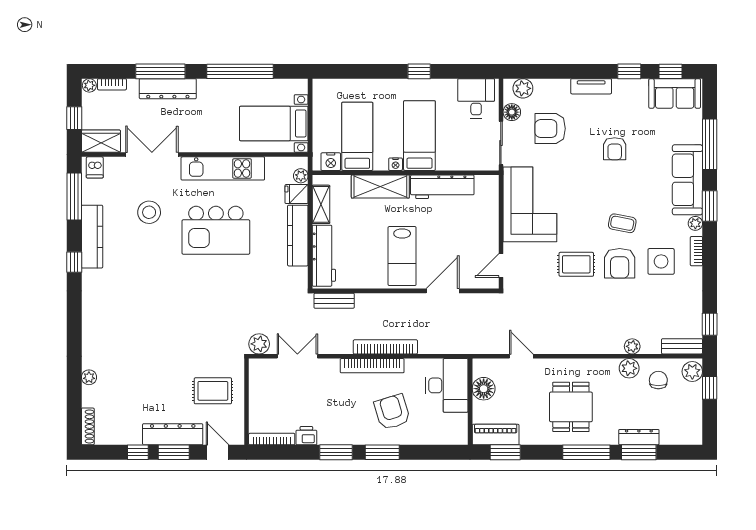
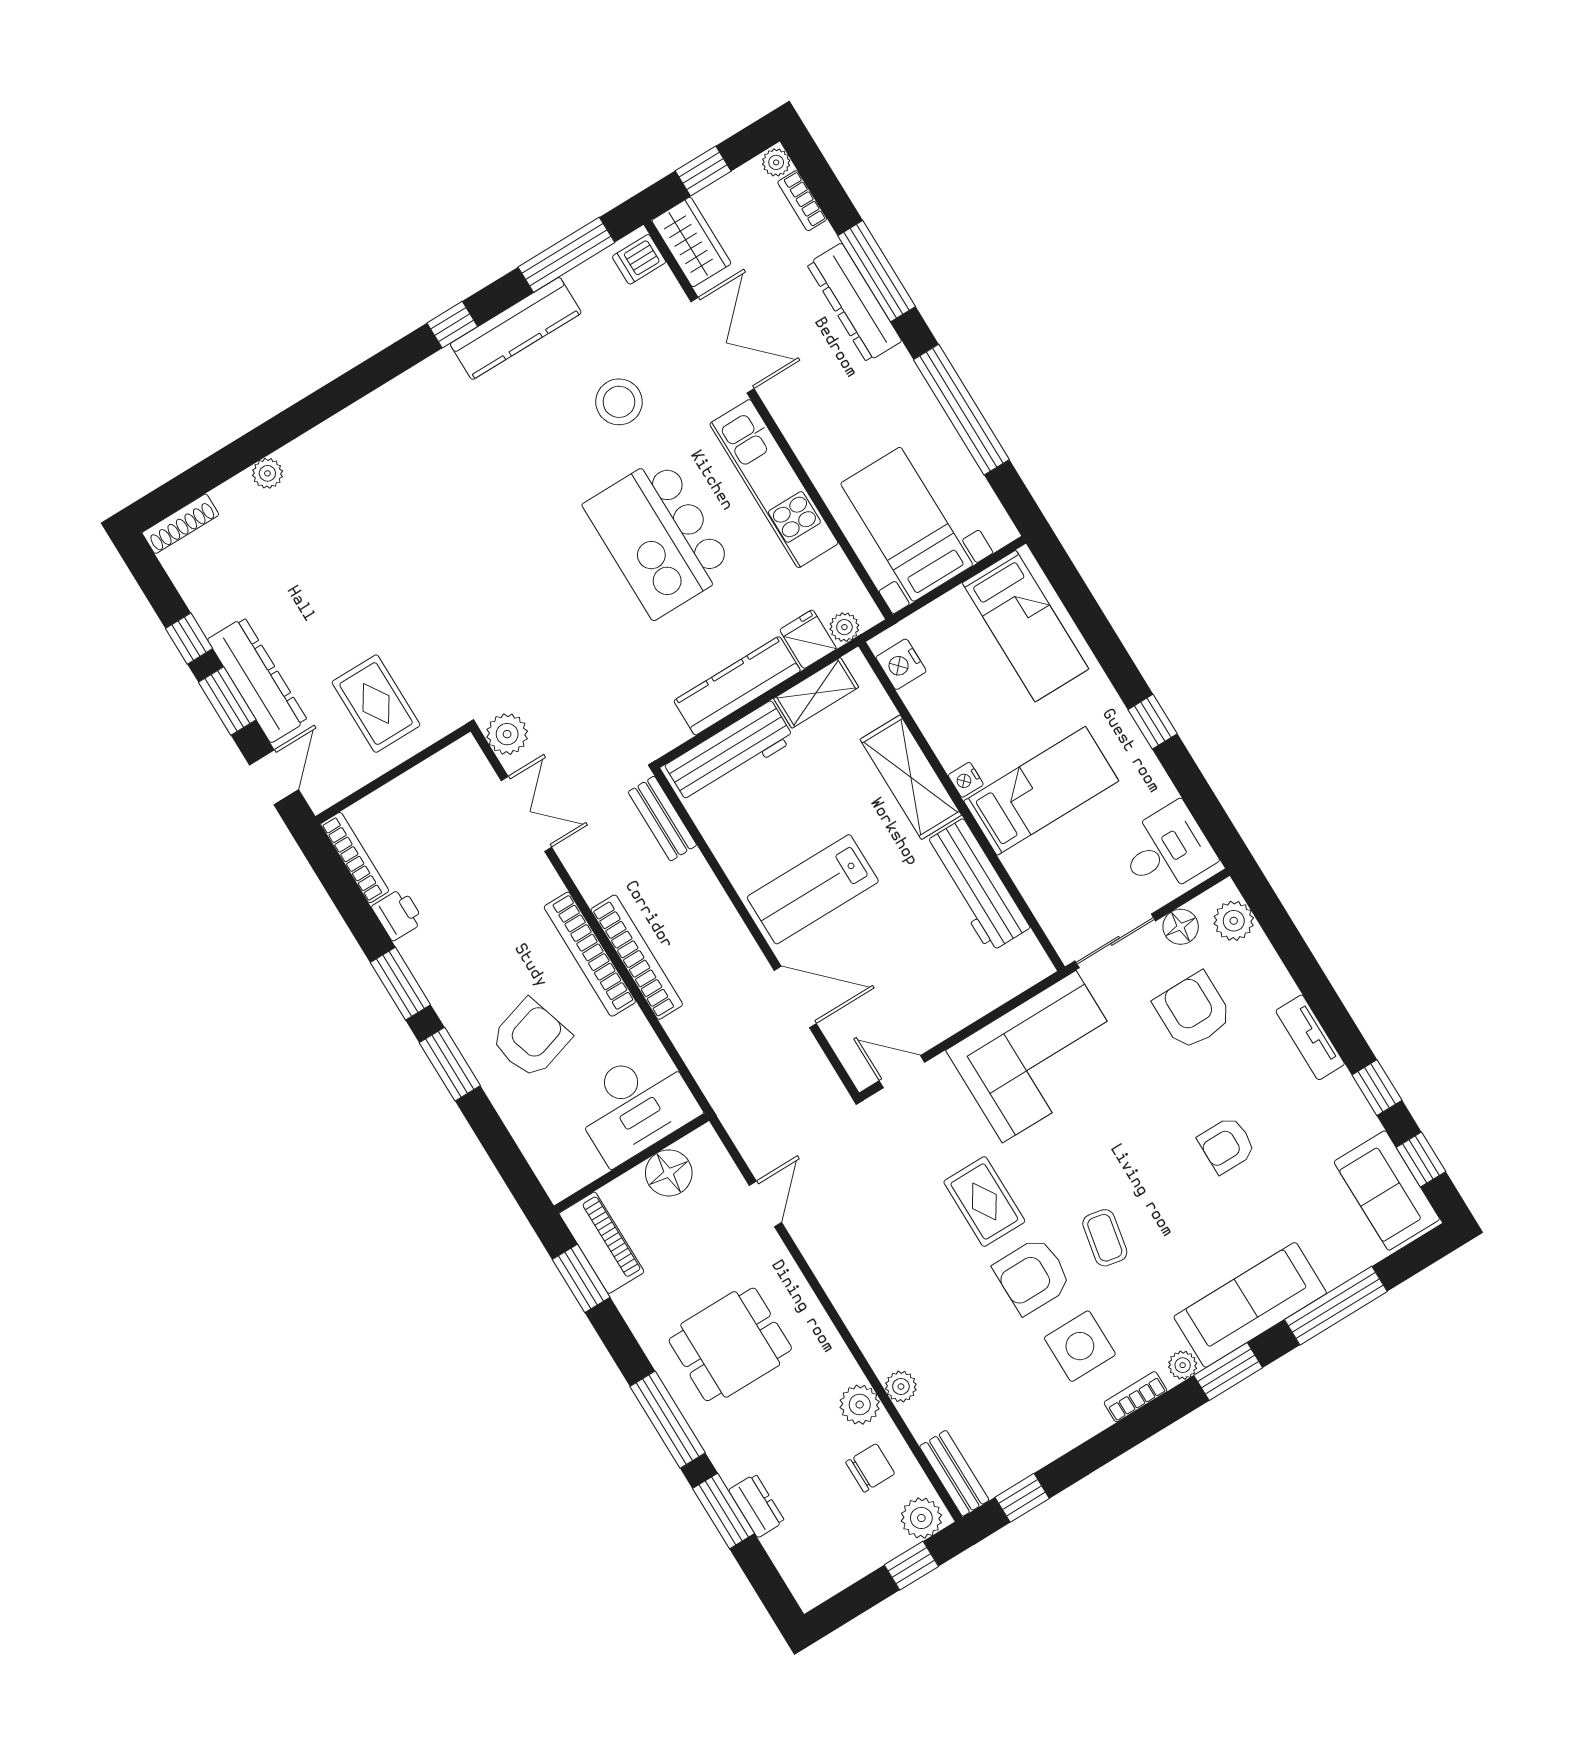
bed: (357, 136) -> (1025, 626), moved, turned 90
dresser: (639, 437) -> (757, 1506), width x0.70

